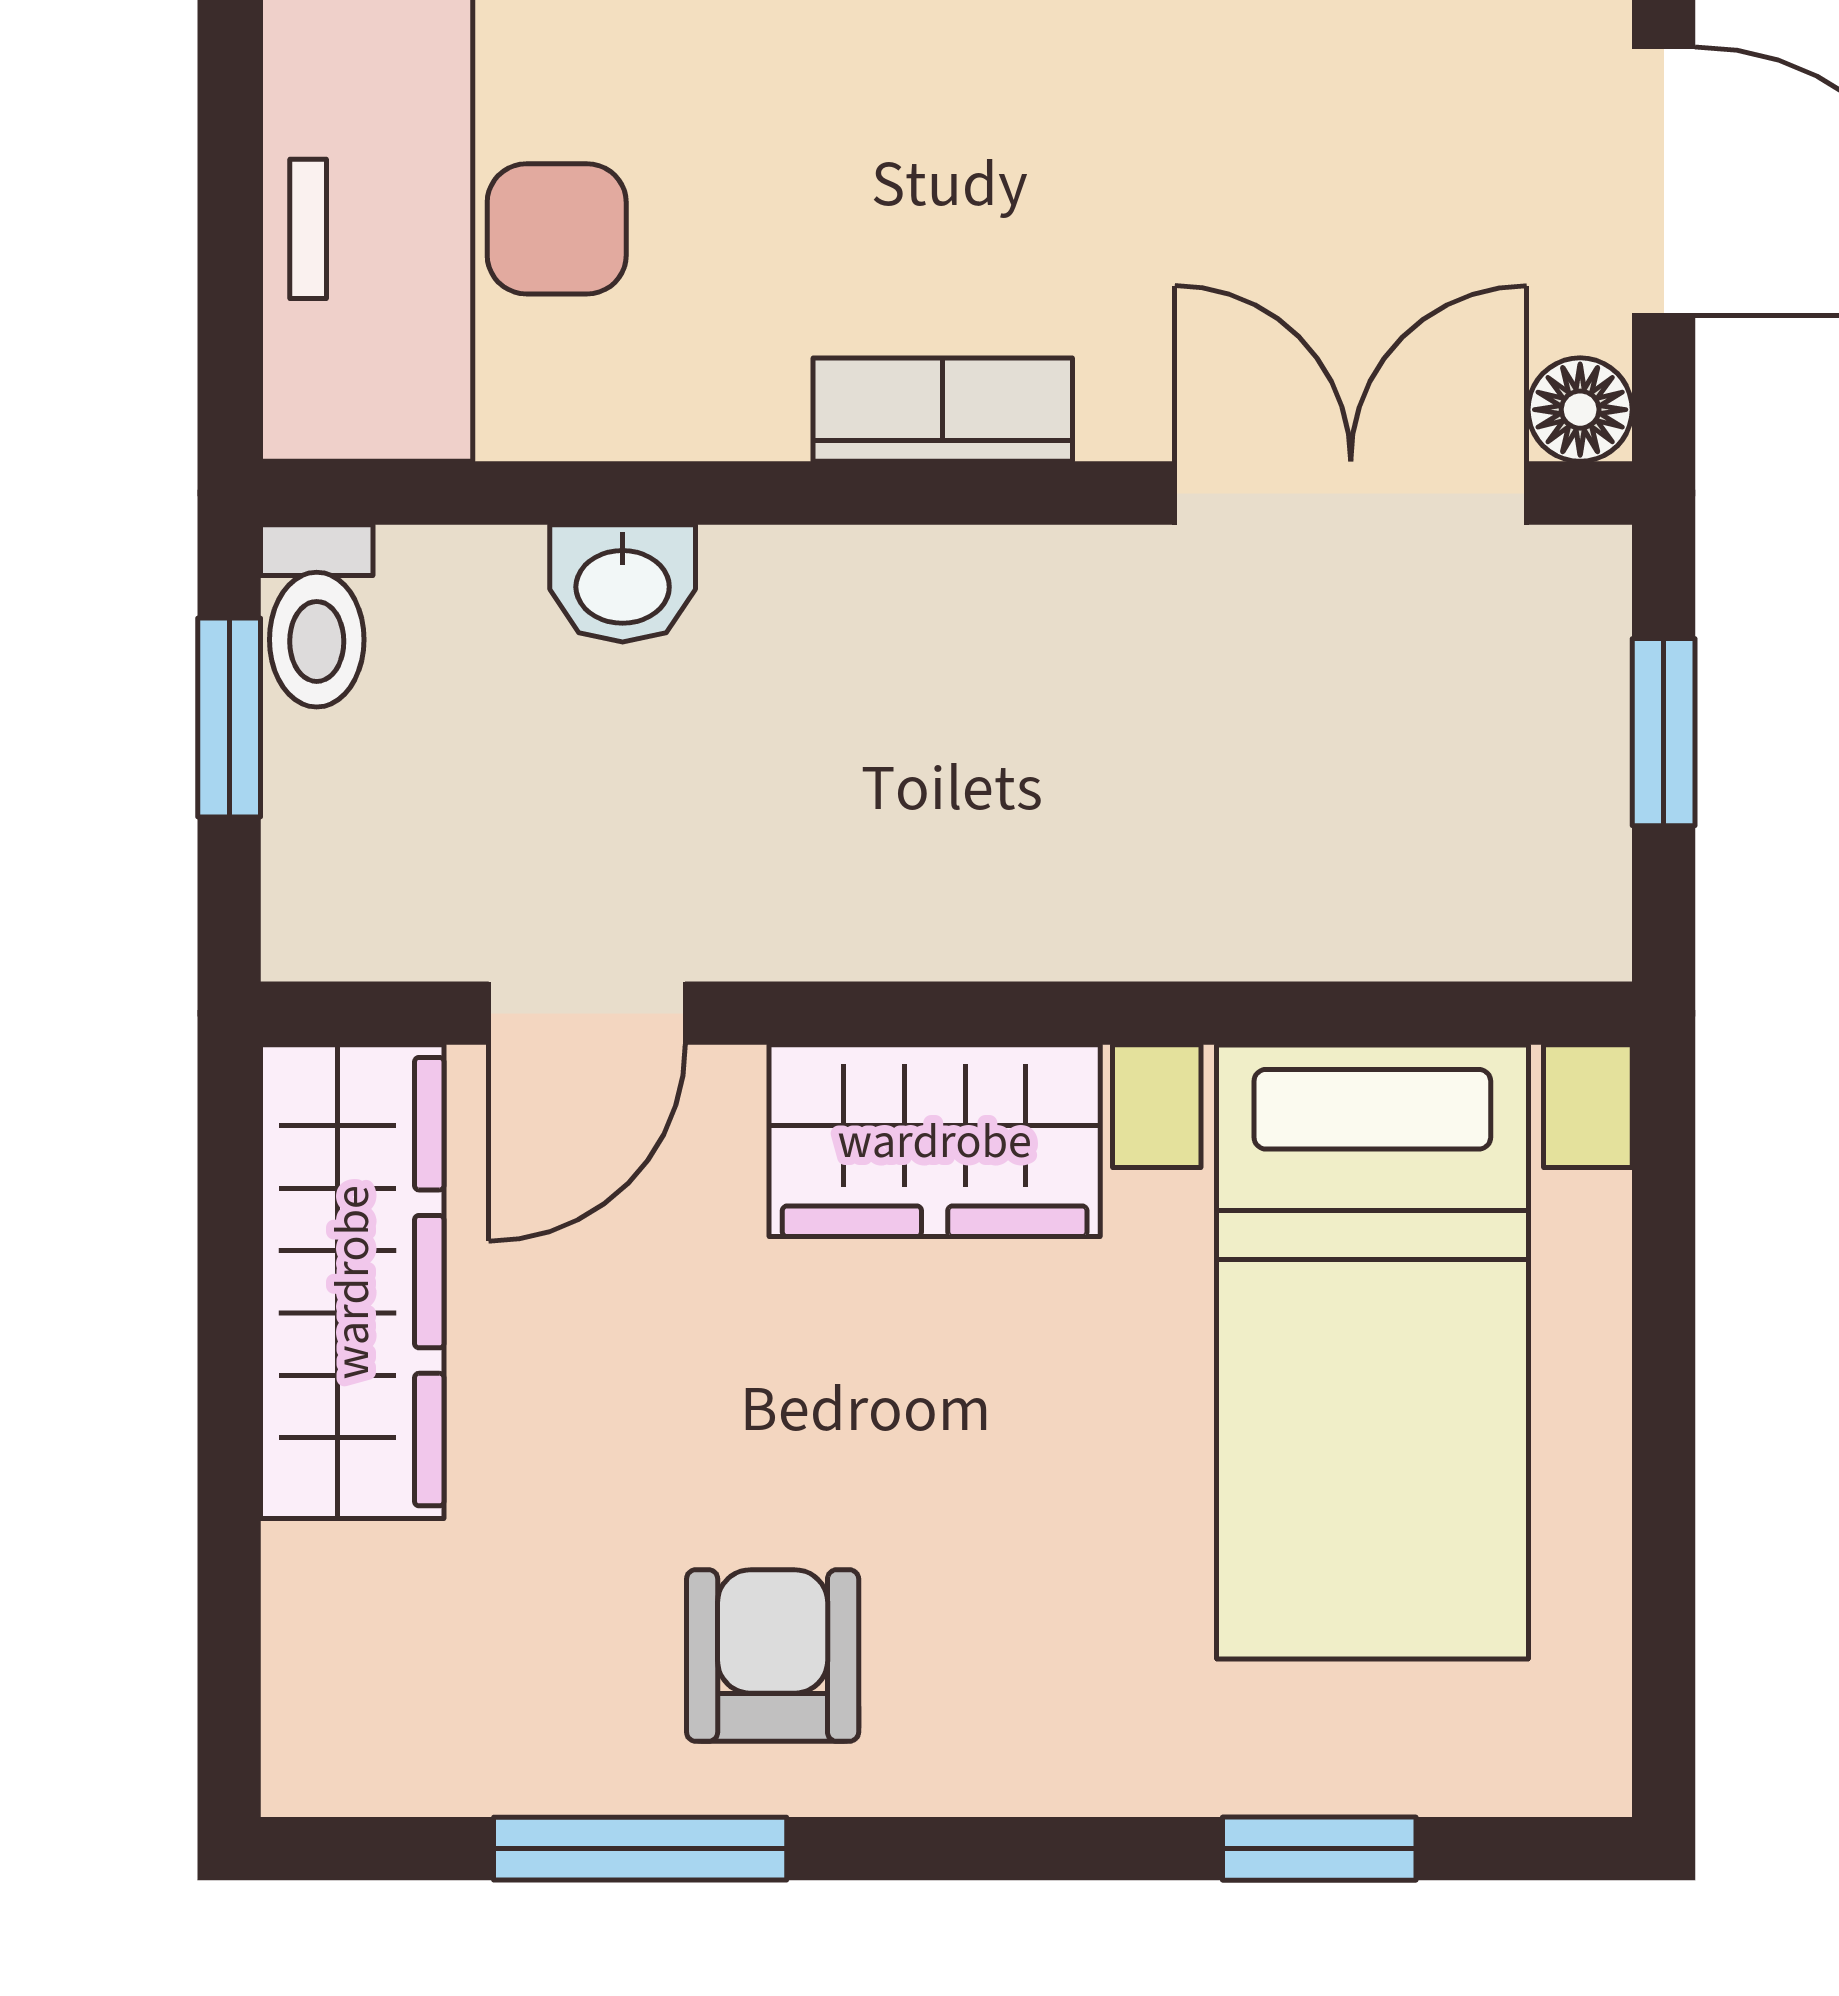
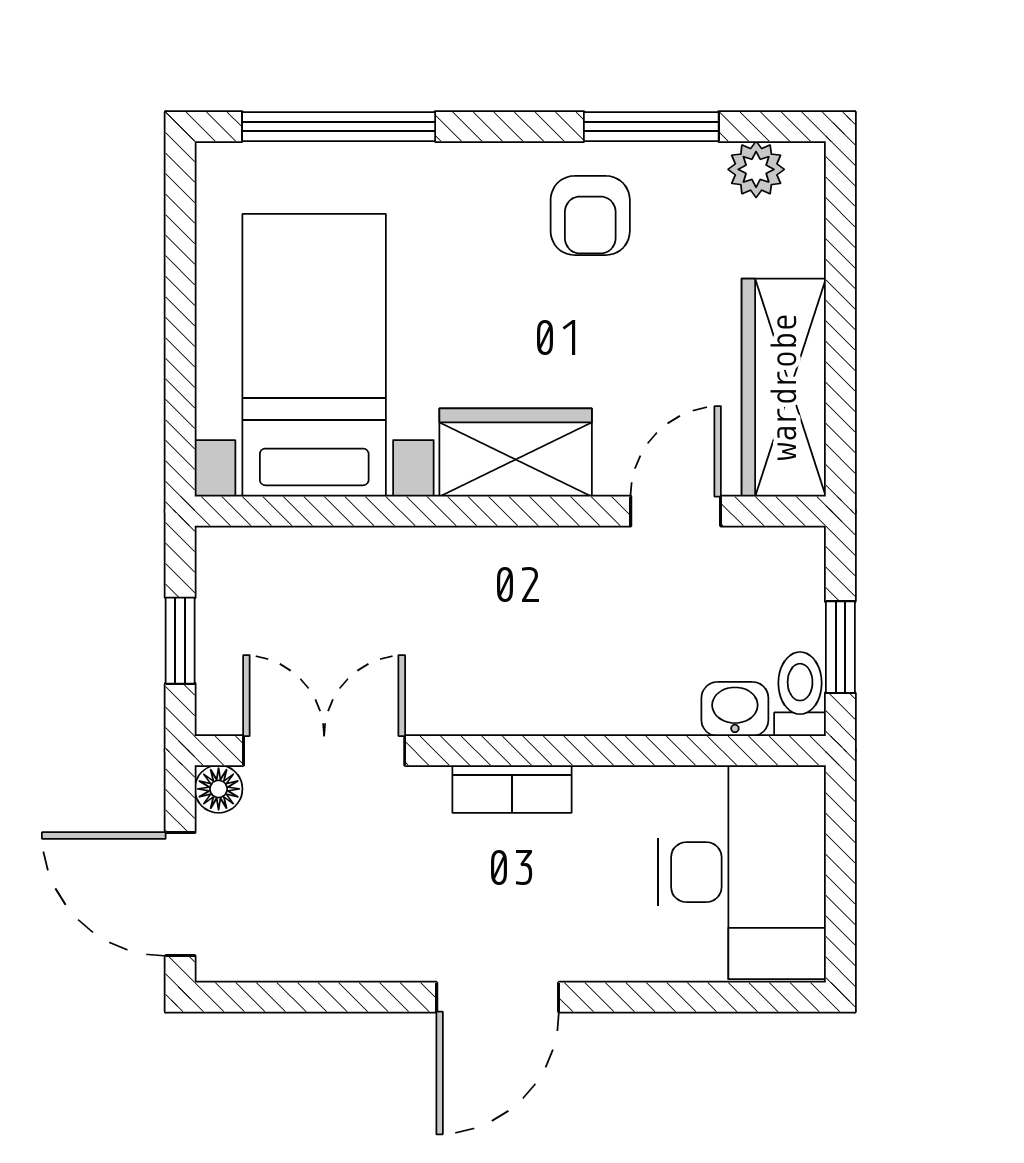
double door: (1351, 493) -> (324, 751), swing flipped
washbasin: (623, 583) -> (735, 709), moved
plant: (412, 1756) -> (756, 169), added
window: (1319, 1849) -> (339, 127), width x2.17

